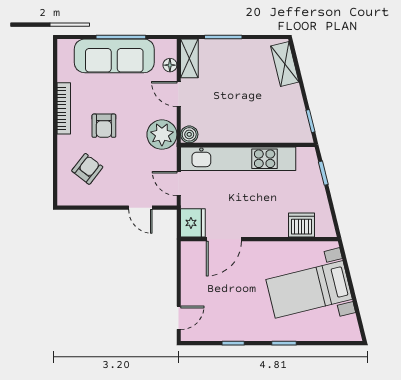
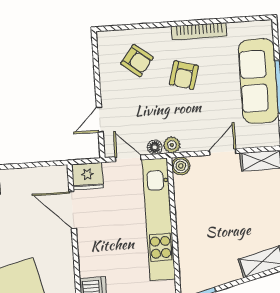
floor lamp: (170, 65) -> (155, 147), moved
armchair: (104, 126) -> (184, 75), turned -74
plant: (162, 135) -> (172, 145), width x0.53, depth x0.53
door: (179, 184) -> (128, 158), hinge flipped

